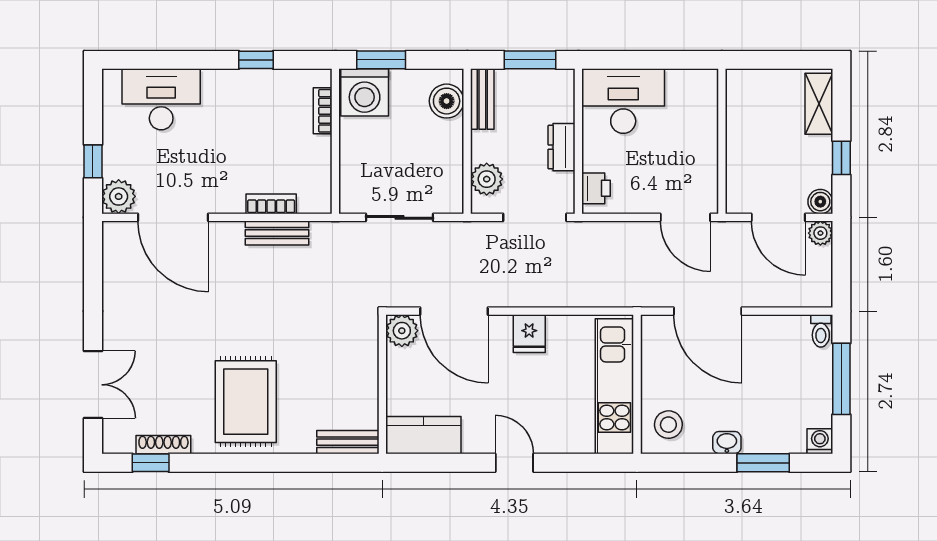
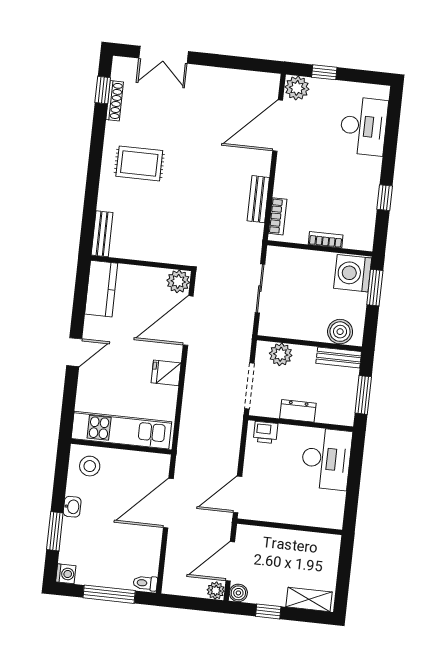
bookcase: (323, 111) -> (326, 240), moved
bookcase: (271, 204) -> (278, 216), moved
rug: (246, 402) -> (139, 163), width x0.73, depth x0.70

